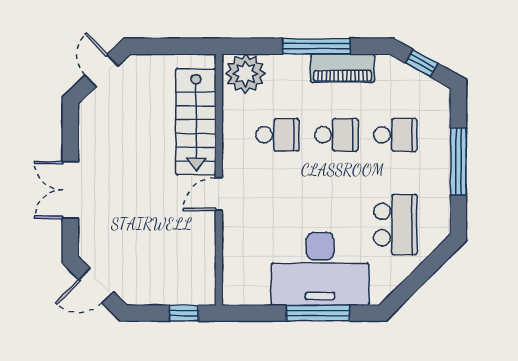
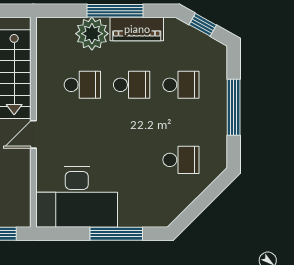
plant: (245, 74) -> (92, 34), moved
school desk: (395, 225) -> (181, 160), width x0.54
desk: (320, 269) -> (77, 197), moved

